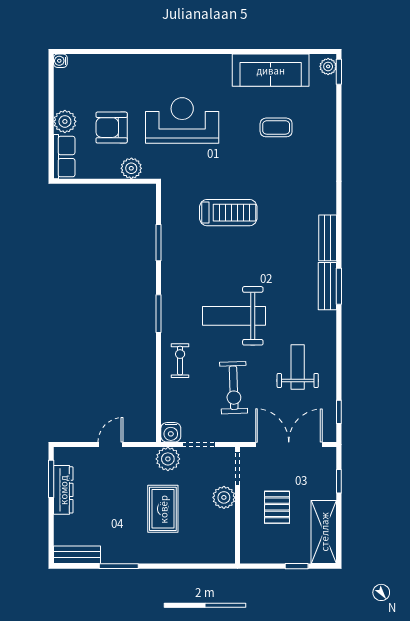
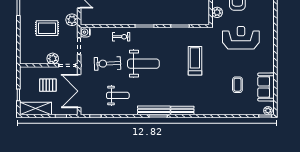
sofa: (271, 70) -> (266, 87), width x0.73
reception desk: (182, 121) -> (241, 38), turned -90
treadmill: (228, 213) -> (195, 61), turned 180
bench: (327, 286) -> (154, 110), width x1.36
weight bench: (234, 316) -> (143, 64), turned 90
double door: (289, 445) -> (79, 91), swing flipped
plant: (168, 459) -> (72, 20), moved

